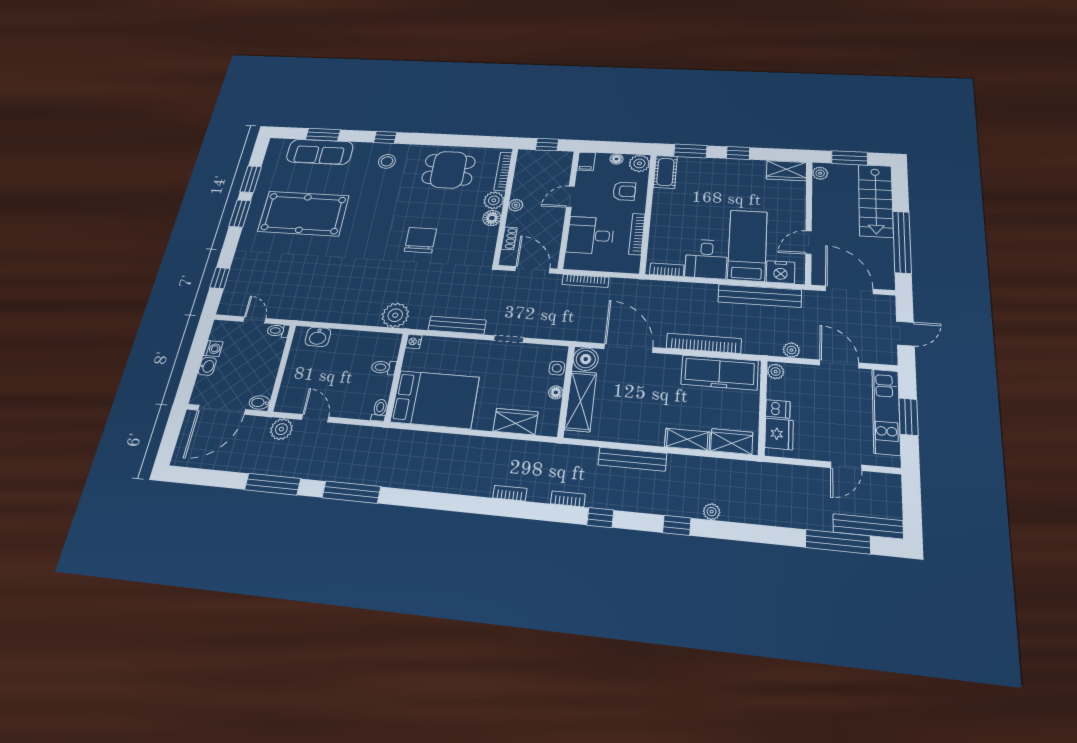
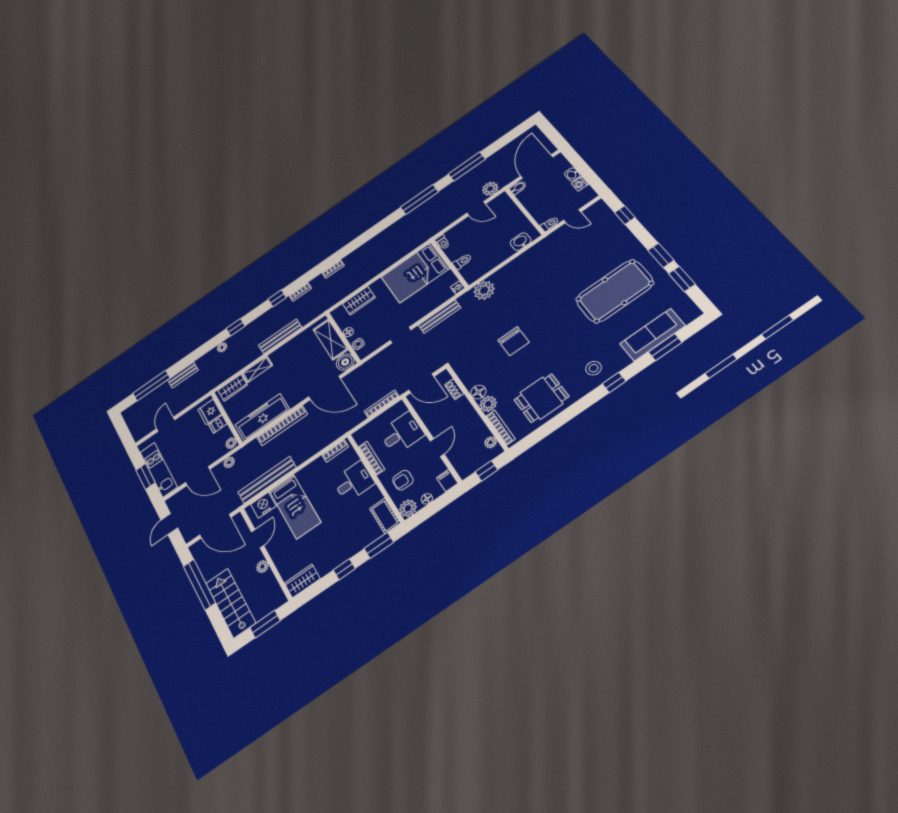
plant: (820, 173) -> (262, 567), moved
plant: (516, 205) -> (491, 442), moved
desk: (706, 259) -> (354, 482), moved, turned 90
bench: (868, 526) -> (183, 375), moved, width x0.73

